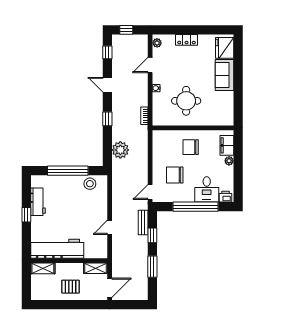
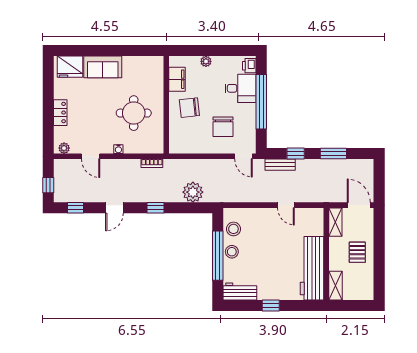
filing cabinet: (227, 145) -> (177, 79), moved, turned -90
chair: (191, 147) -> (189, 108), turned 84
stool: (71, 182) -> (232, 252), added
workbench: (38, 202) -> (240, 291), moved

